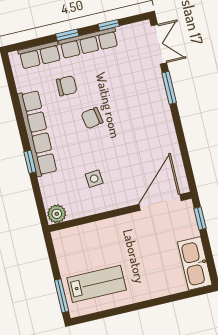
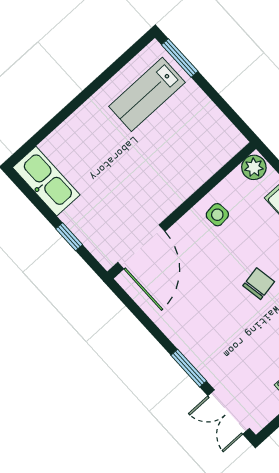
door: (160, 202) -> (141, 247), moved
wall: (120, 212) -> (182, 210), moved
plant: (57, 214) -> (254, 167), moved

